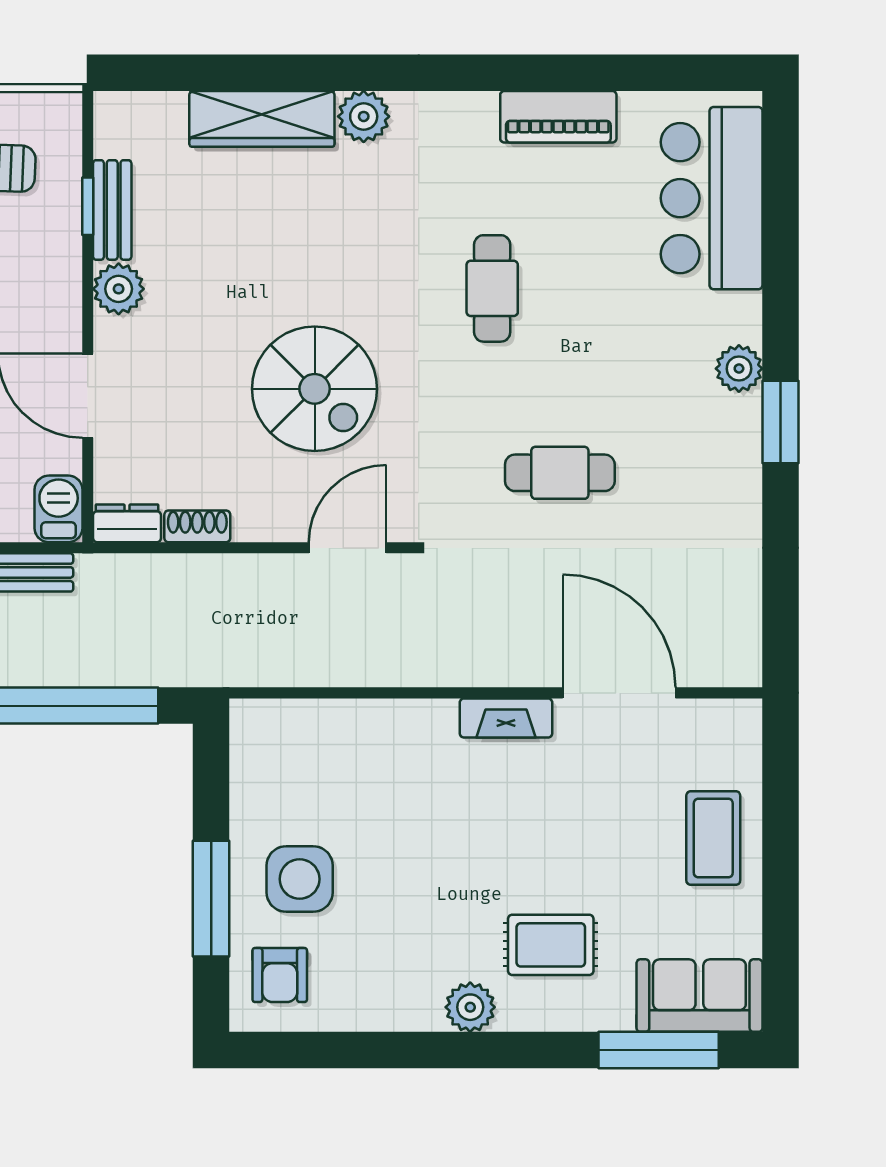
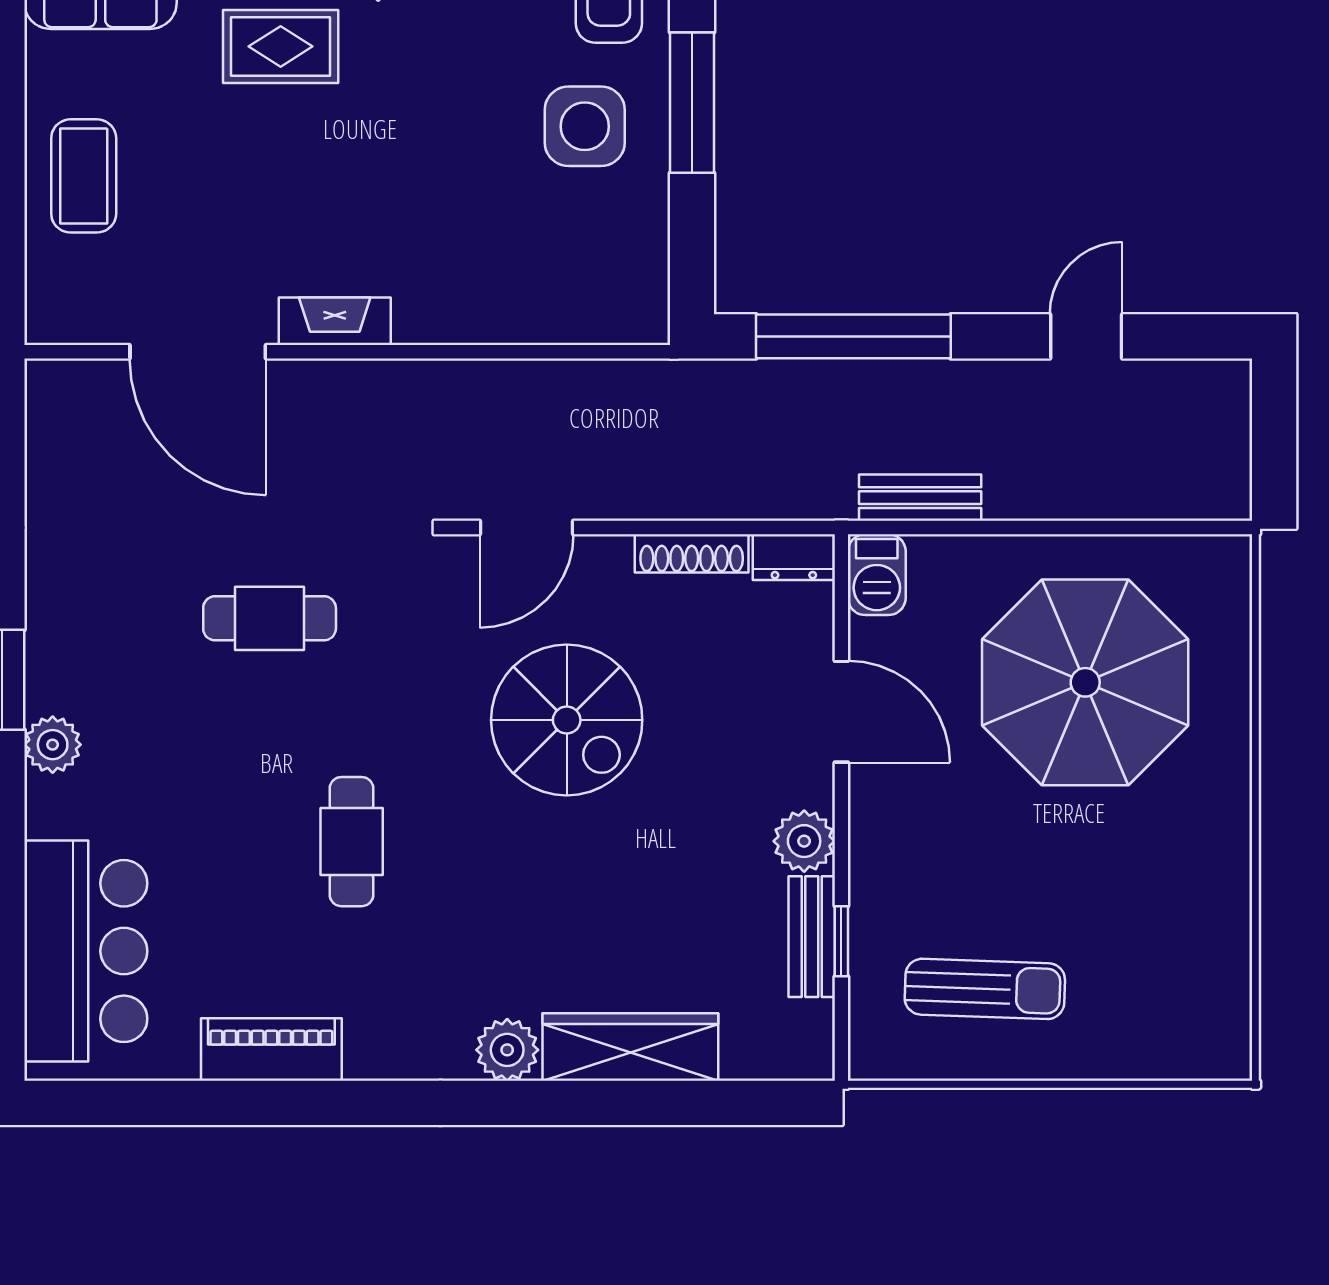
spiral stairs: (315, 389) -> (567, 720), turned 180
shoe rack: (197, 526) -> (692, 553), width x1.43

